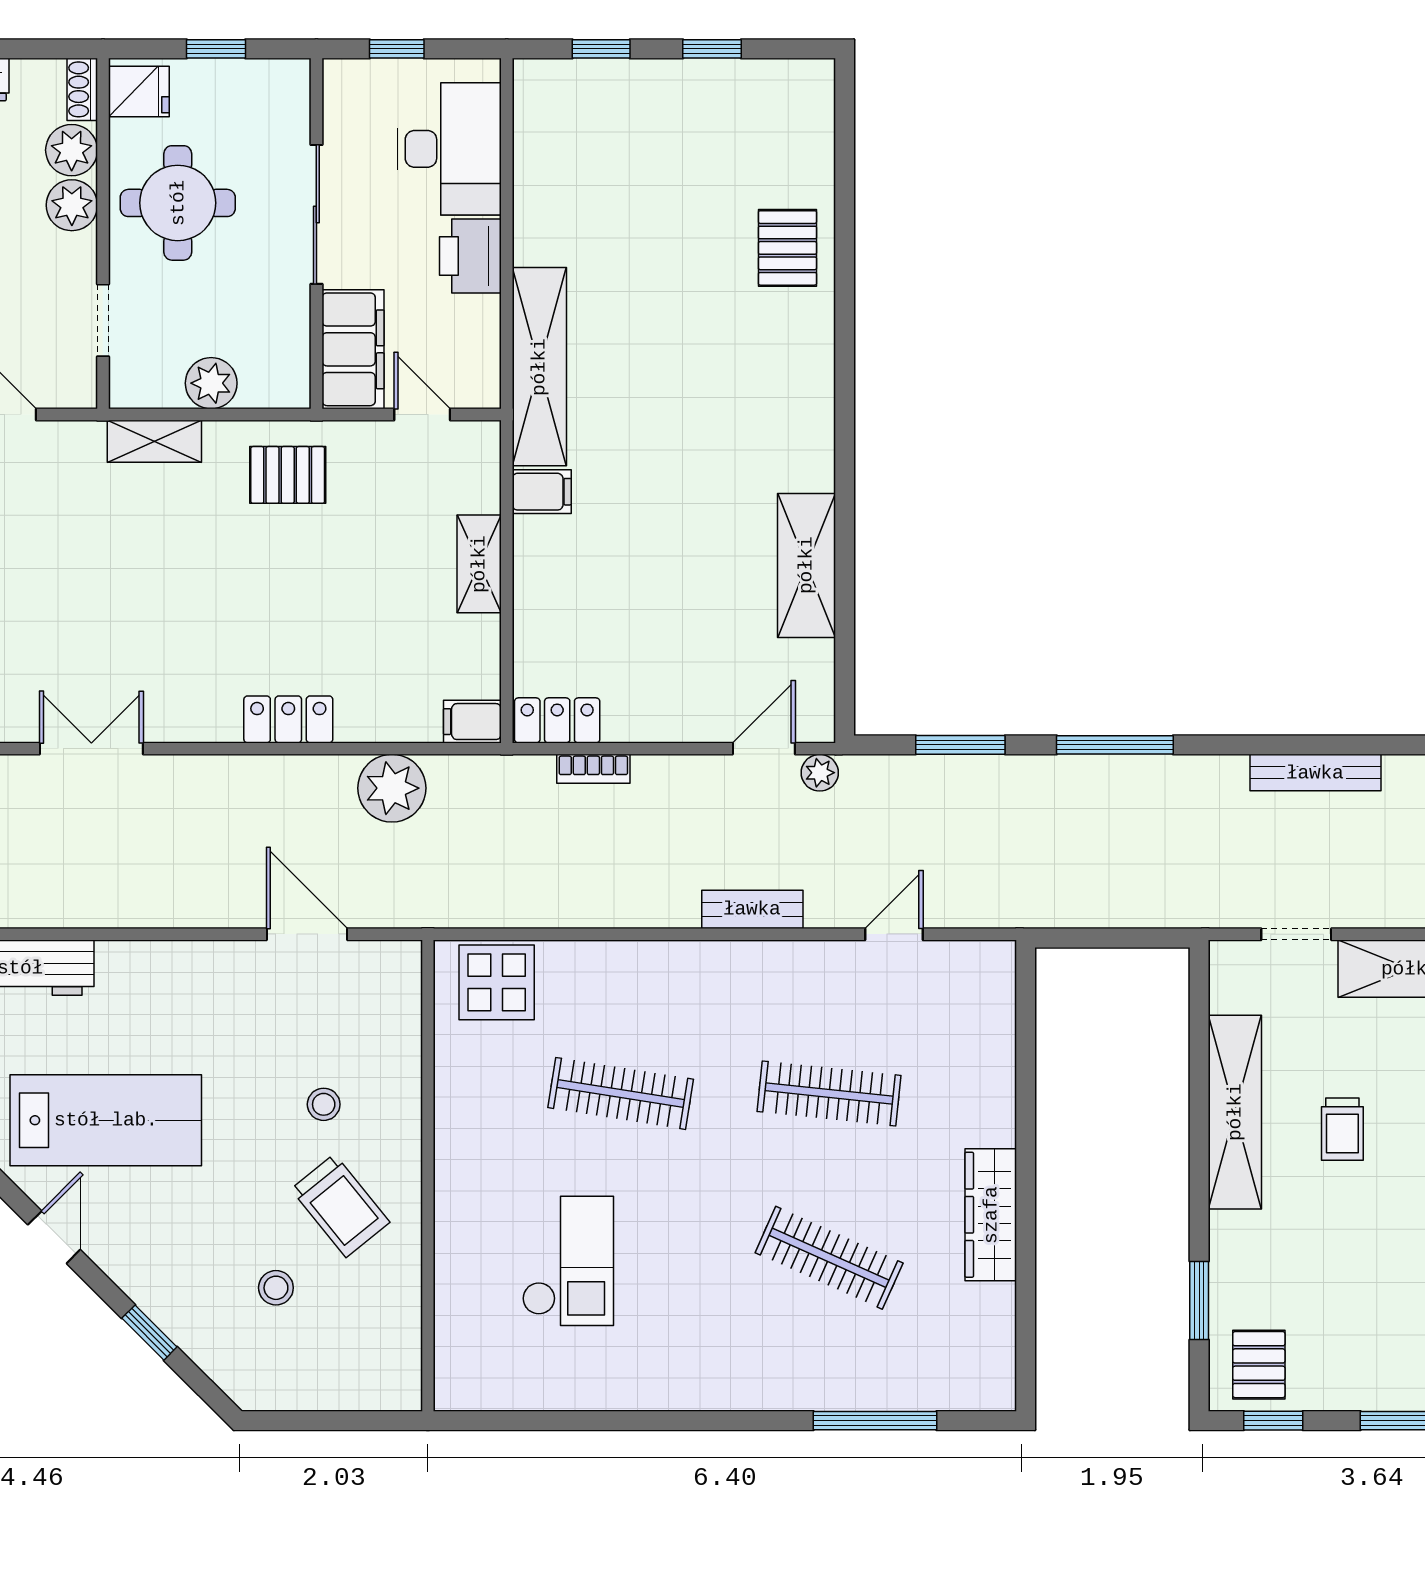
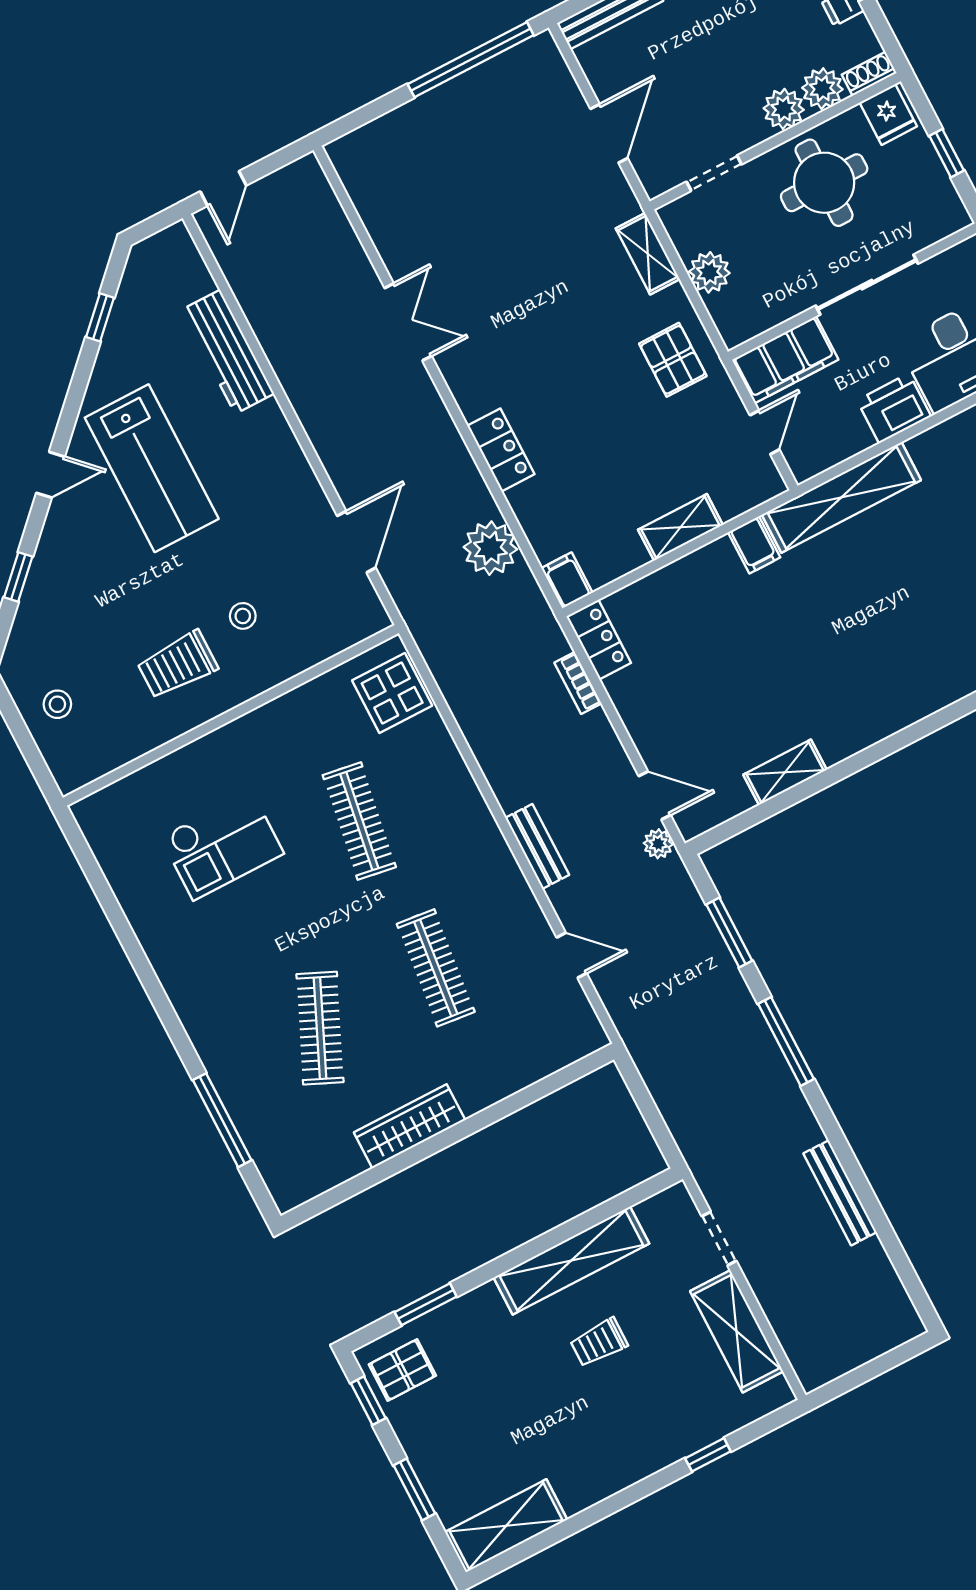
shelving: (806, 565) -> (785, 772), width x0.67, depth x0.75
trolley: (340, 1206) -> (177, 665), turned 39
stool: (276, 1288) -> (57, 704), moved

